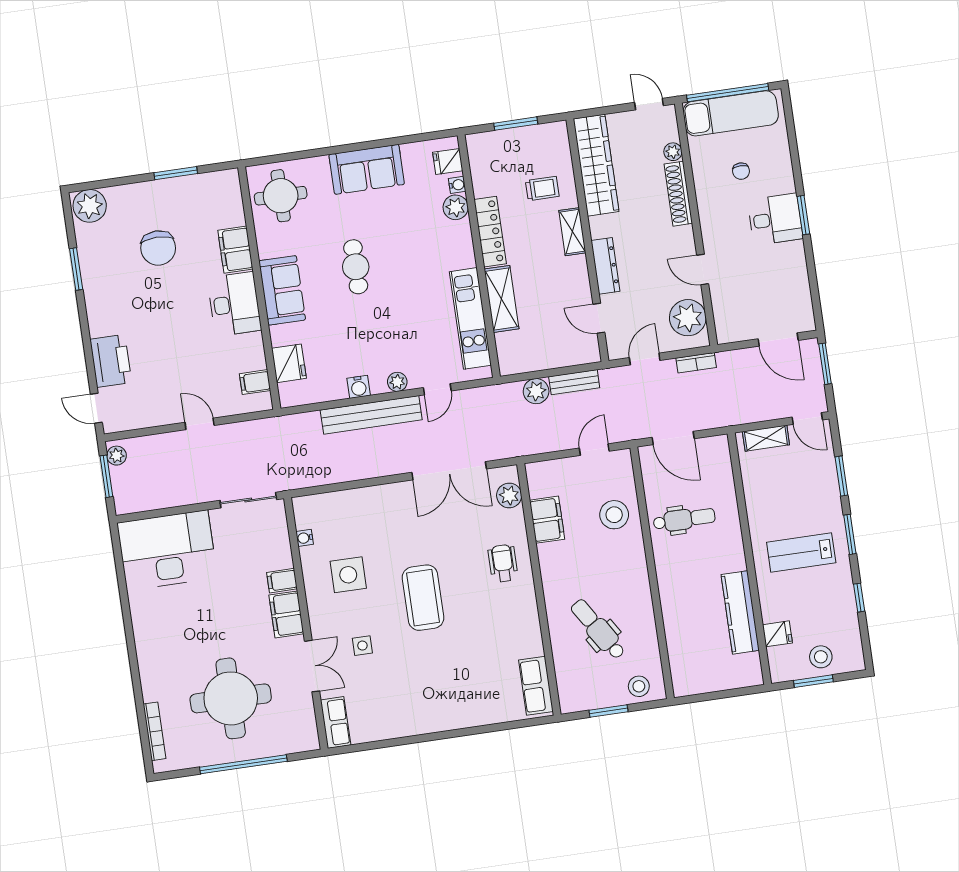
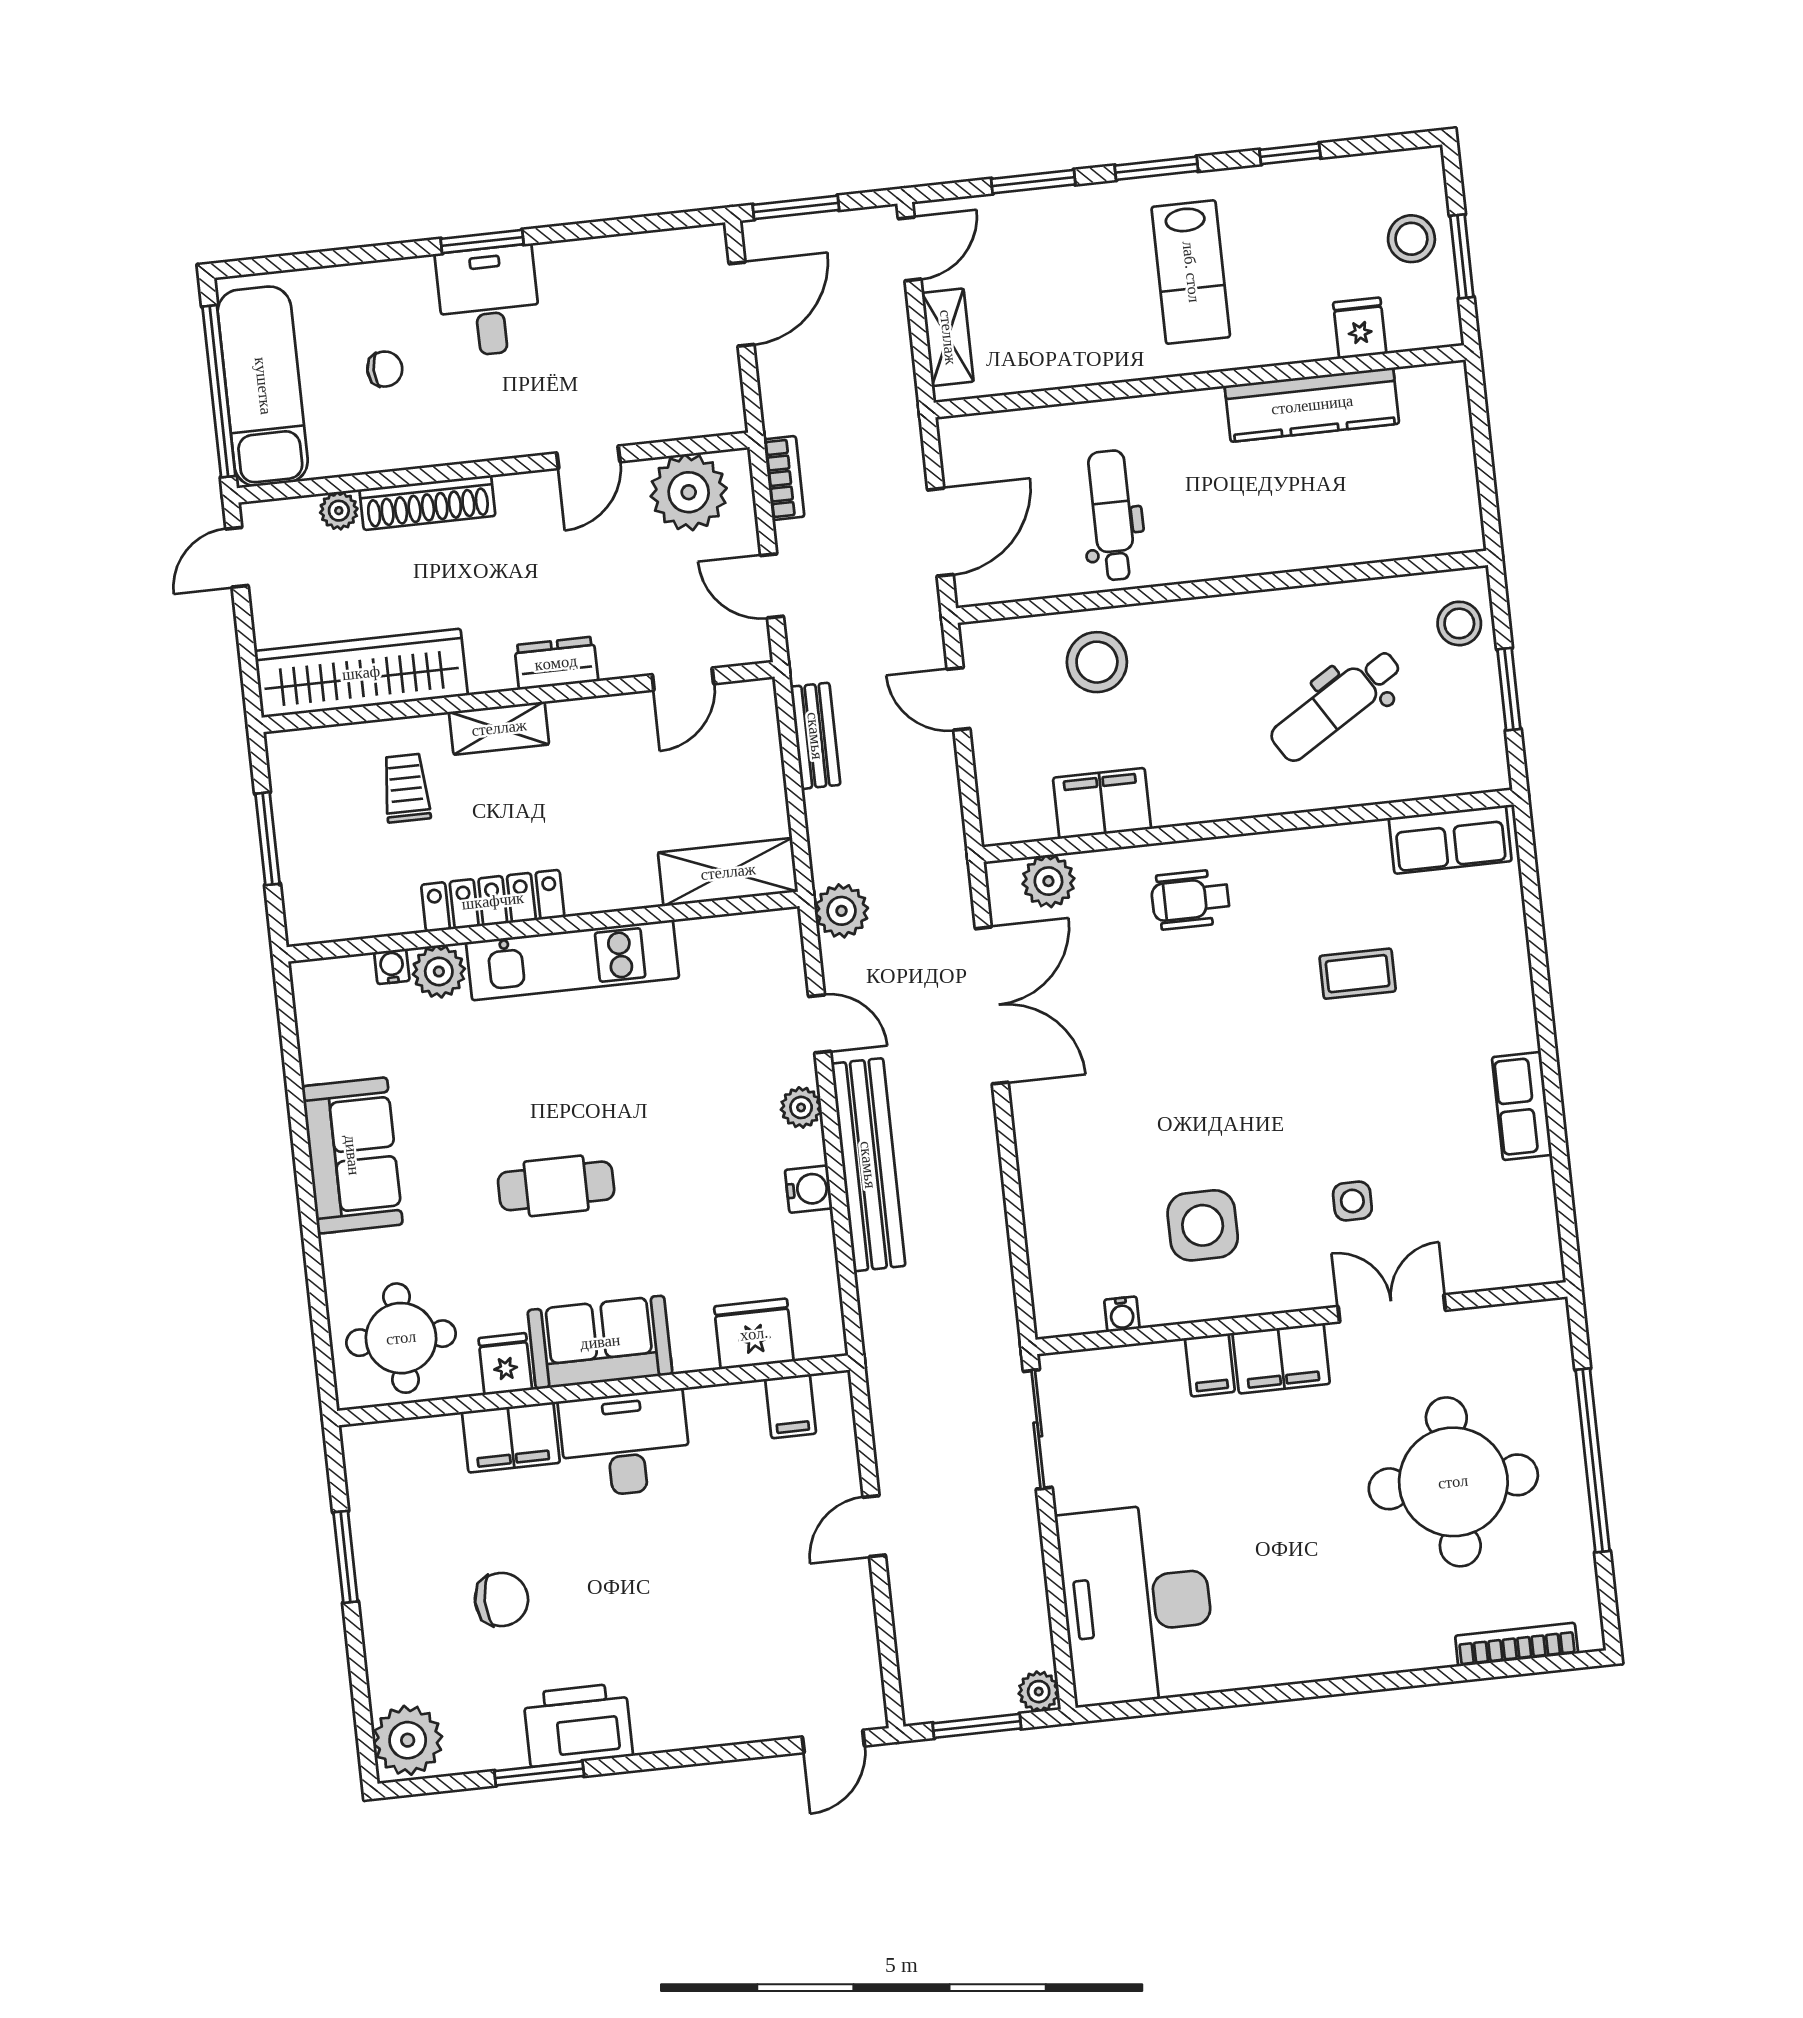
fridge: (448, 161) -> (505, 1364), moved, turned 180
chair: (158, 248) -> (501, 1599), width x0.73, depth x0.73
dresser: (605, 266) -> (556, 663), width x0.70
shelving: (501, 299) -> (728, 872), moved
kitchen unit: (470, 318) -> (573, 960), moved
printer: (111, 361) -> (578, 1725), moved
plant: (536, 391) -> (842, 911), moved
plant: (117, 456) -> (1039, 1692), moved
coffee table: (423, 598) -> (1358, 974), moved, width x0.54, depth x0.58
row of seats: (336, 722) -> (1522, 1106), moved, turned -90

